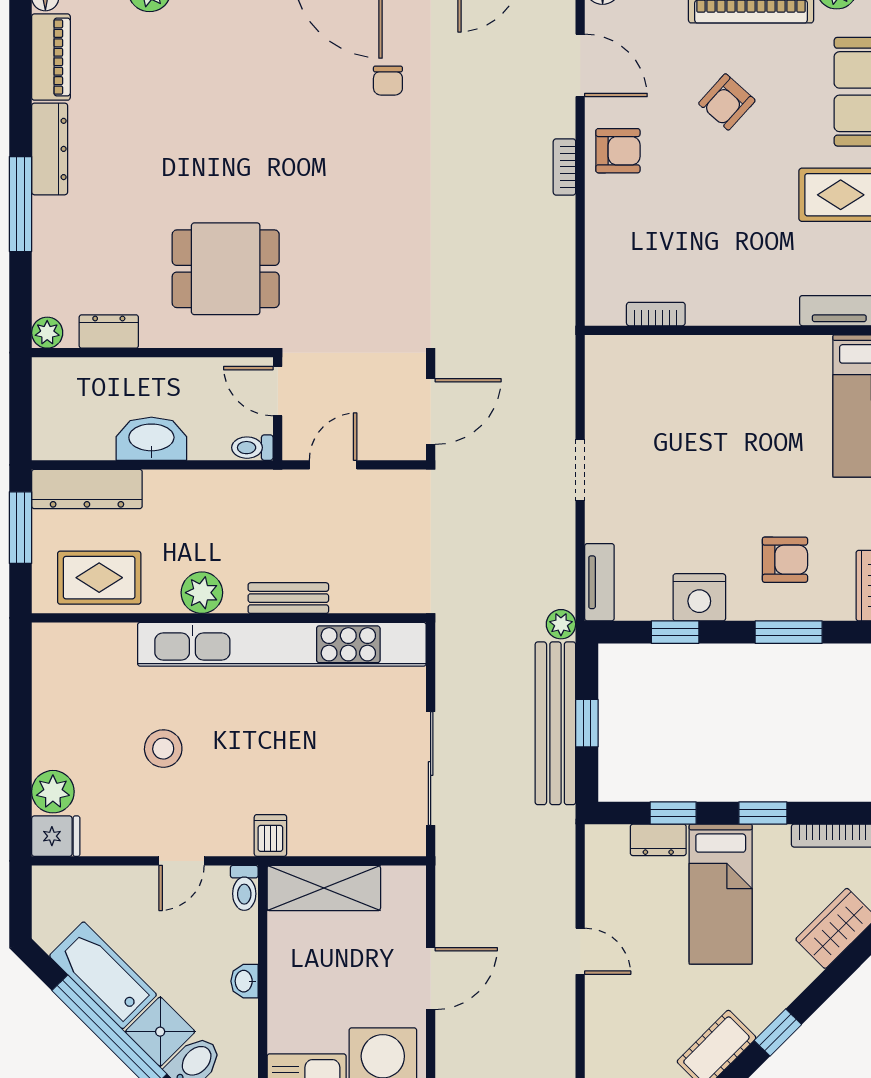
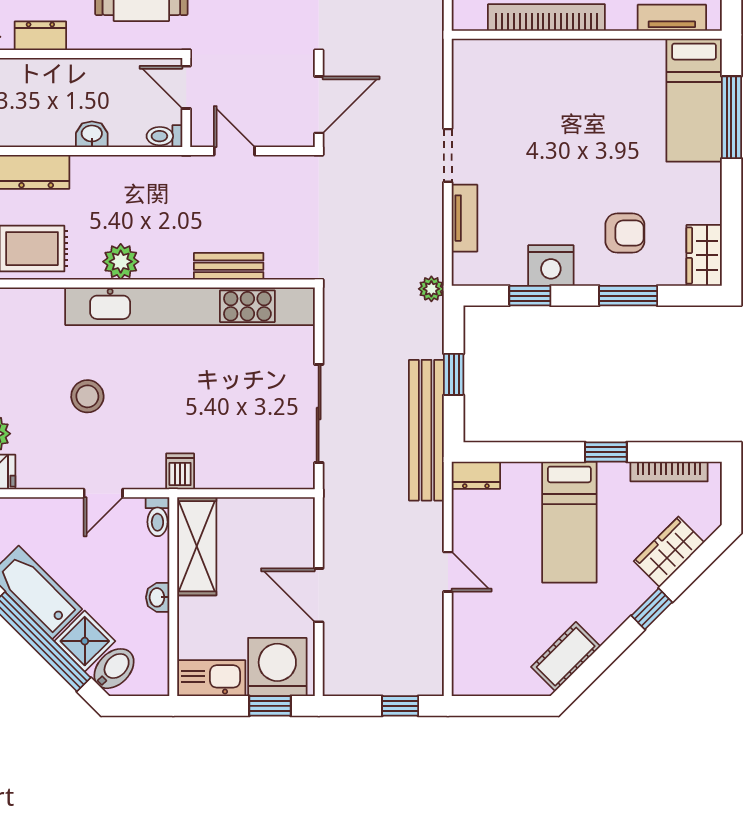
bookcase: (656, 314) -> (546, 18), width x2.31, depth x1.31
washbasin: (151, 439) -> (92, 134), width x0.52, depth x0.69
door: (333, 465) -> (234, 151), hinge flipped
tv unit: (599, 582) -> (465, 218), moved
bench: (288, 598) -> (229, 266), moved
bench: (555, 723) -> (426, 430), moved
window: (673, 813) -> (528, 452), removed
dresser: (658, 840) -> (476, 475), moved
shelving: (324, 888) -> (197, 546), moved, turned 90
door: (431, 979) -> (319, 595), swing flipped
window: (778, 1032) -> (652, 609), moved

